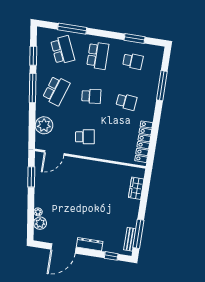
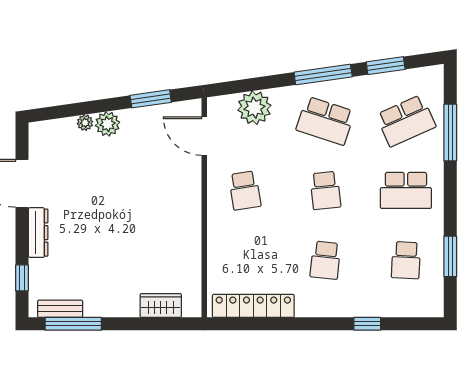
window: (162, 86) -> (367, 324), width x0.46
plant: (40, 223) -> (107, 124), moved

